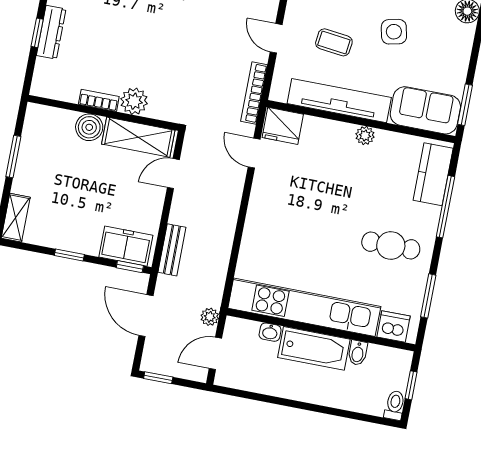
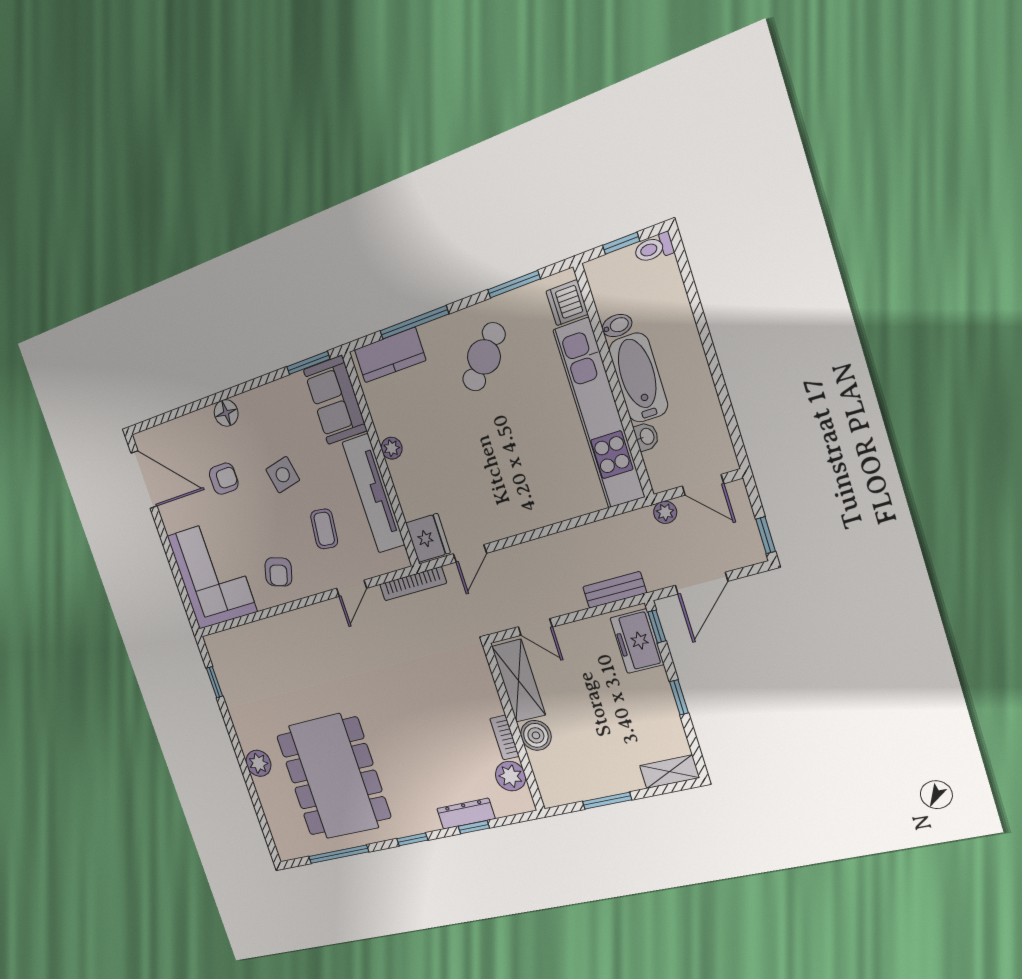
plant: (134, 101) -> (511, 776), moved
cafe table: (391, 246) -> (484, 357), turned 43

